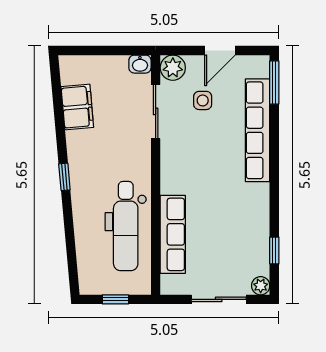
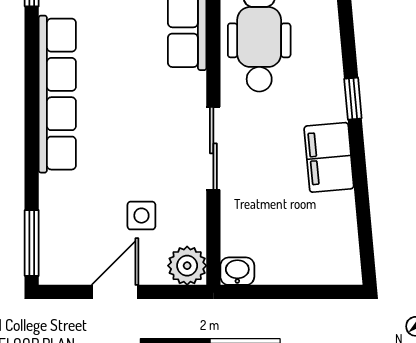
filing cabinet: (77, 107) -> (329, 157), moved
sliding door: (156, 111) -> (213, 148), moved
row of seats: (258, 130) -> (57, 94), moved

